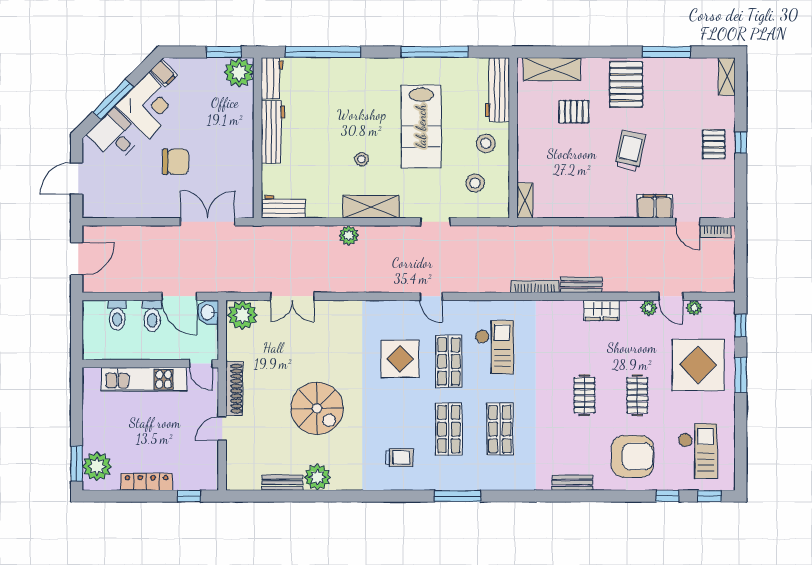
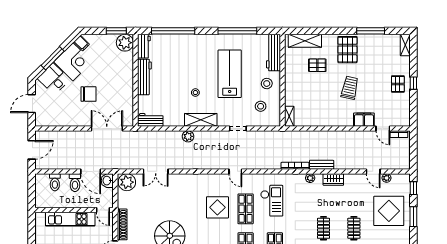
lab bench: (421, 126) -> (230, 74), turned 180
plant: (649, 308) -> (310, 178), moved

